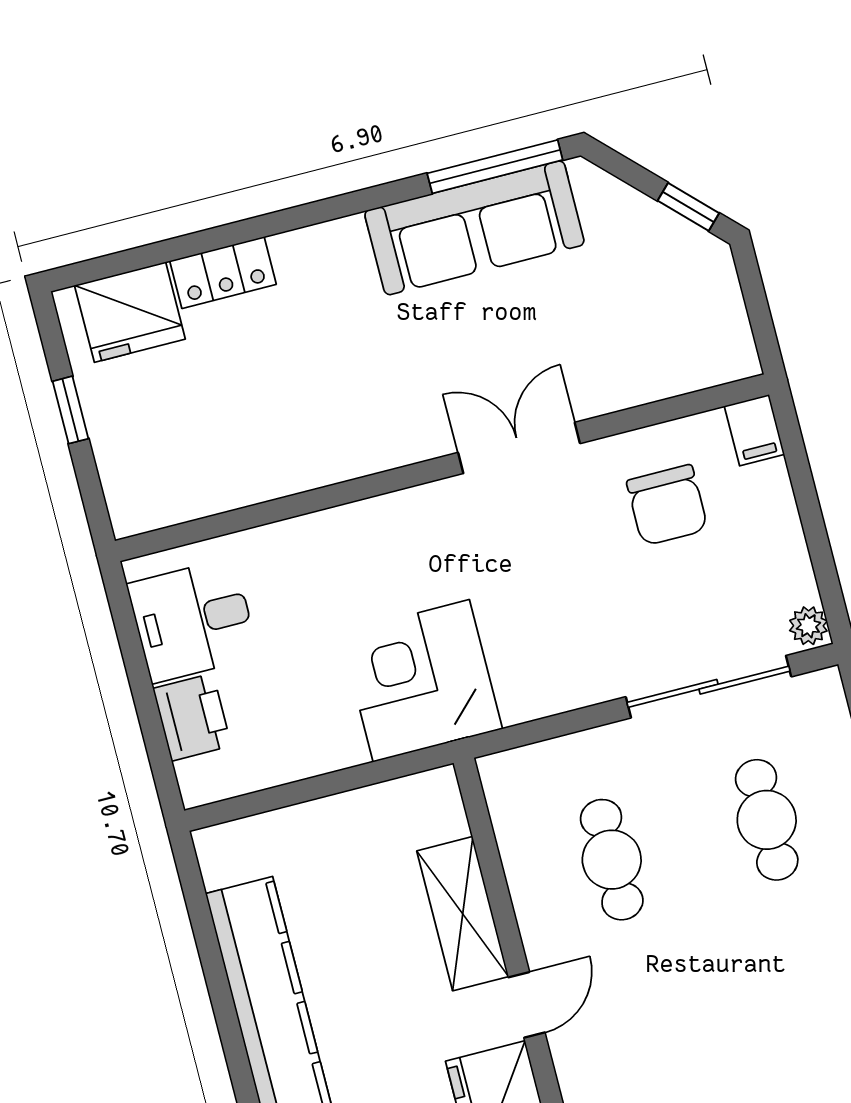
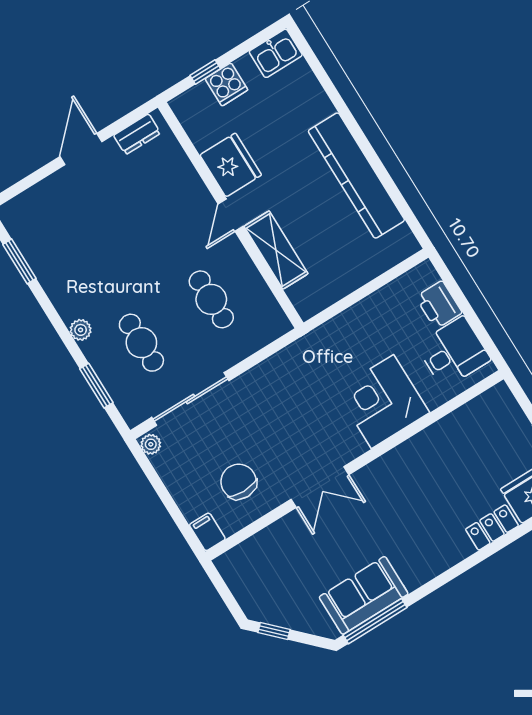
sofa: (474, 228) -> (364, 595), width x0.73
corner desk: (421, 681) -> (383, 402), moved, turned 180

